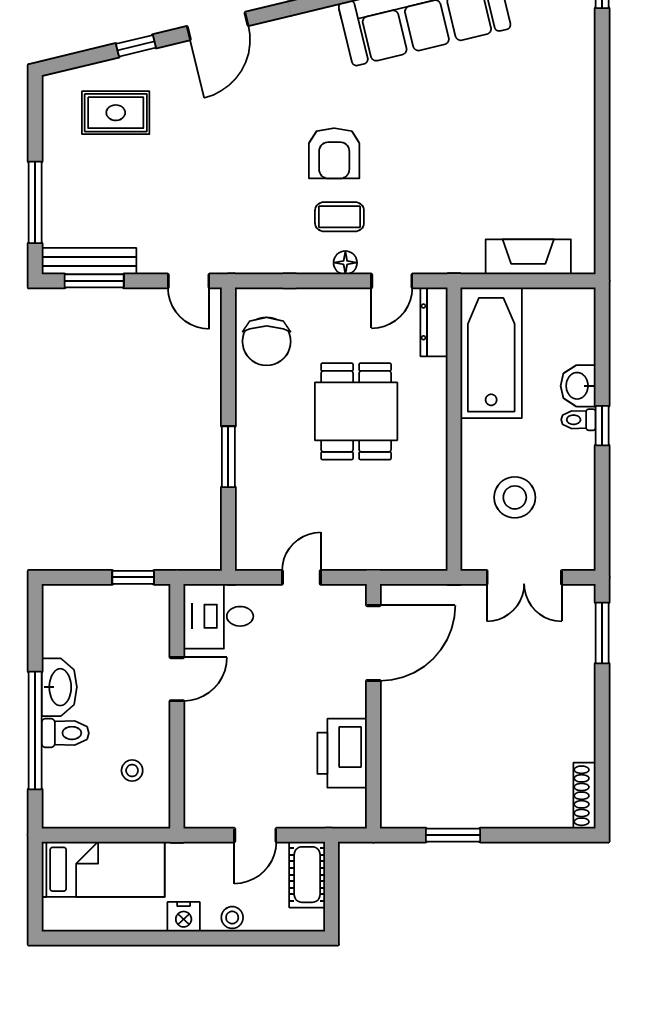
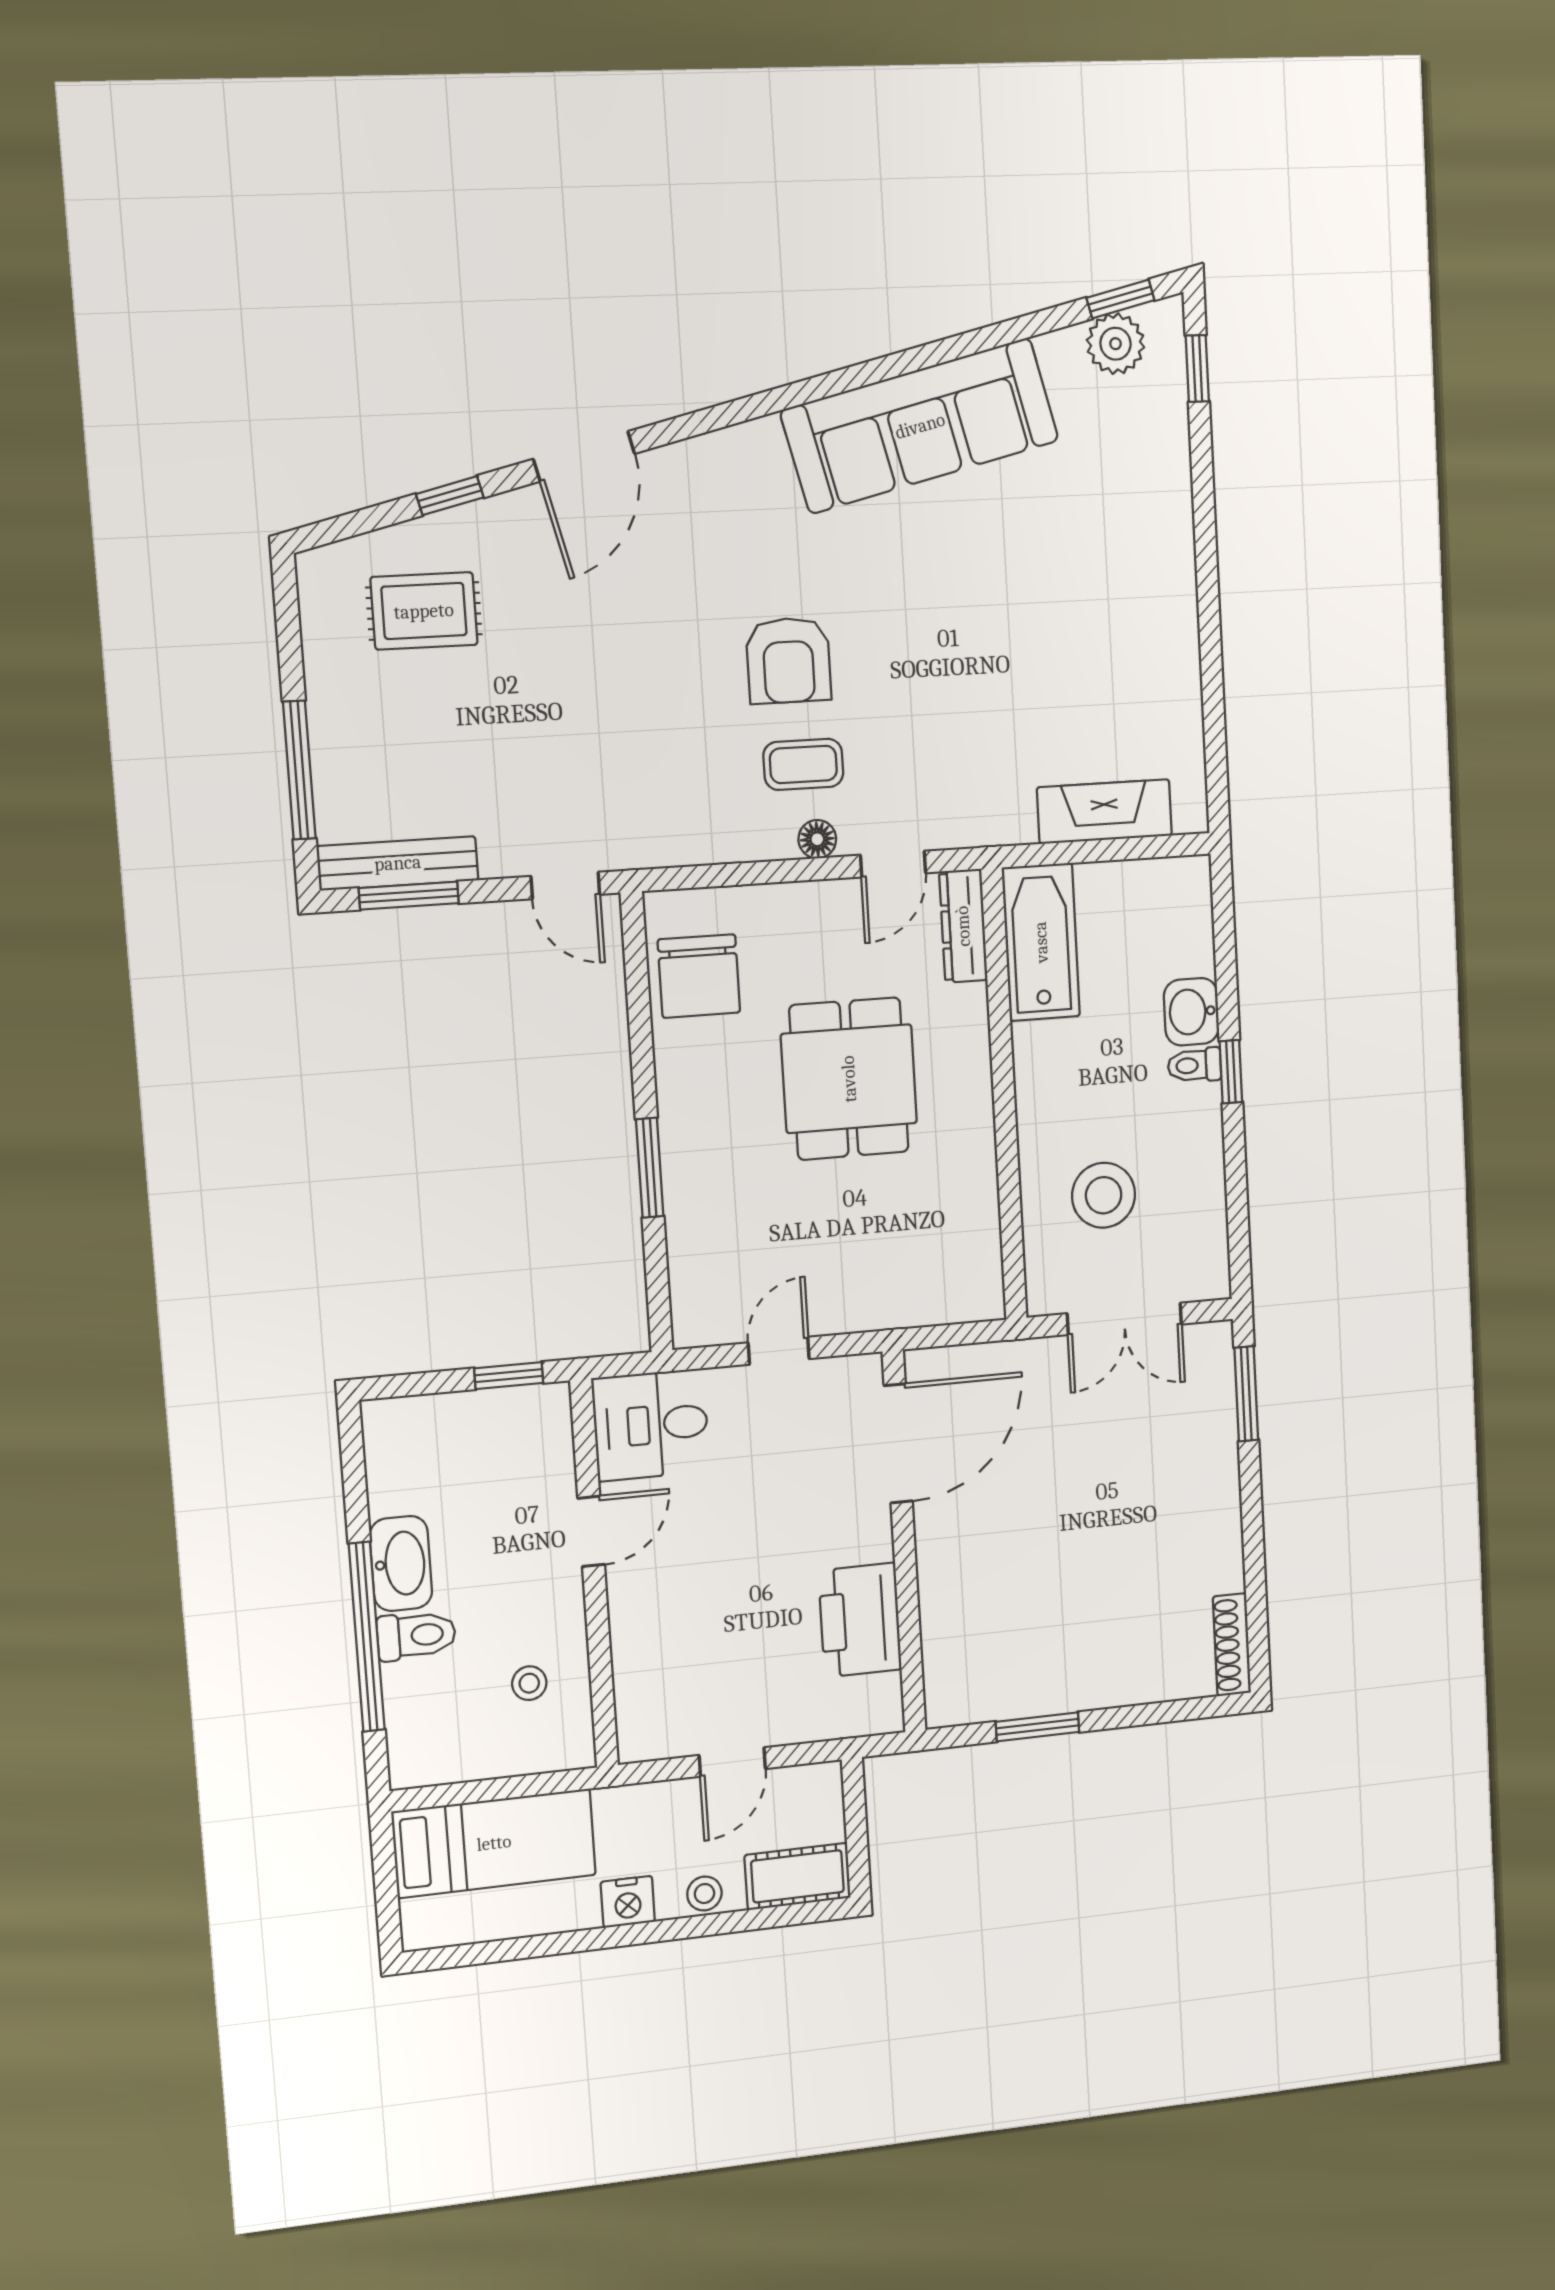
bathtub: (491, 353) -> (1041, 942), width x0.73, depth x0.73
cot: (307, 875) -> (798, 1876), moved, turned 90

